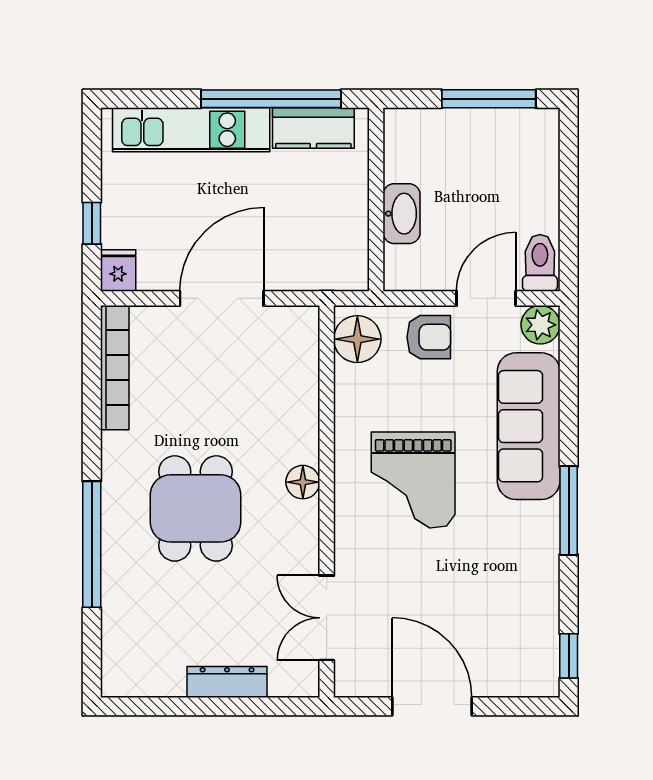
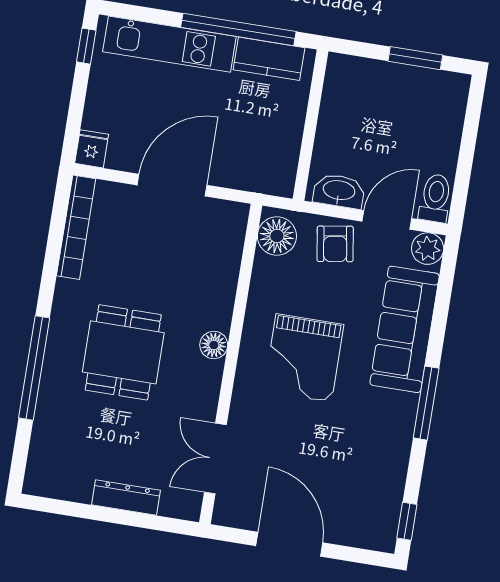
window: (489, 99) -> (415, 58), width x0.69
washbasin: (402, 214) -> (339, 191), moved, turned -90
window: (92, 223) -> (86, 46), moved
armchair: (429, 337) -> (335, 244), turned 81

